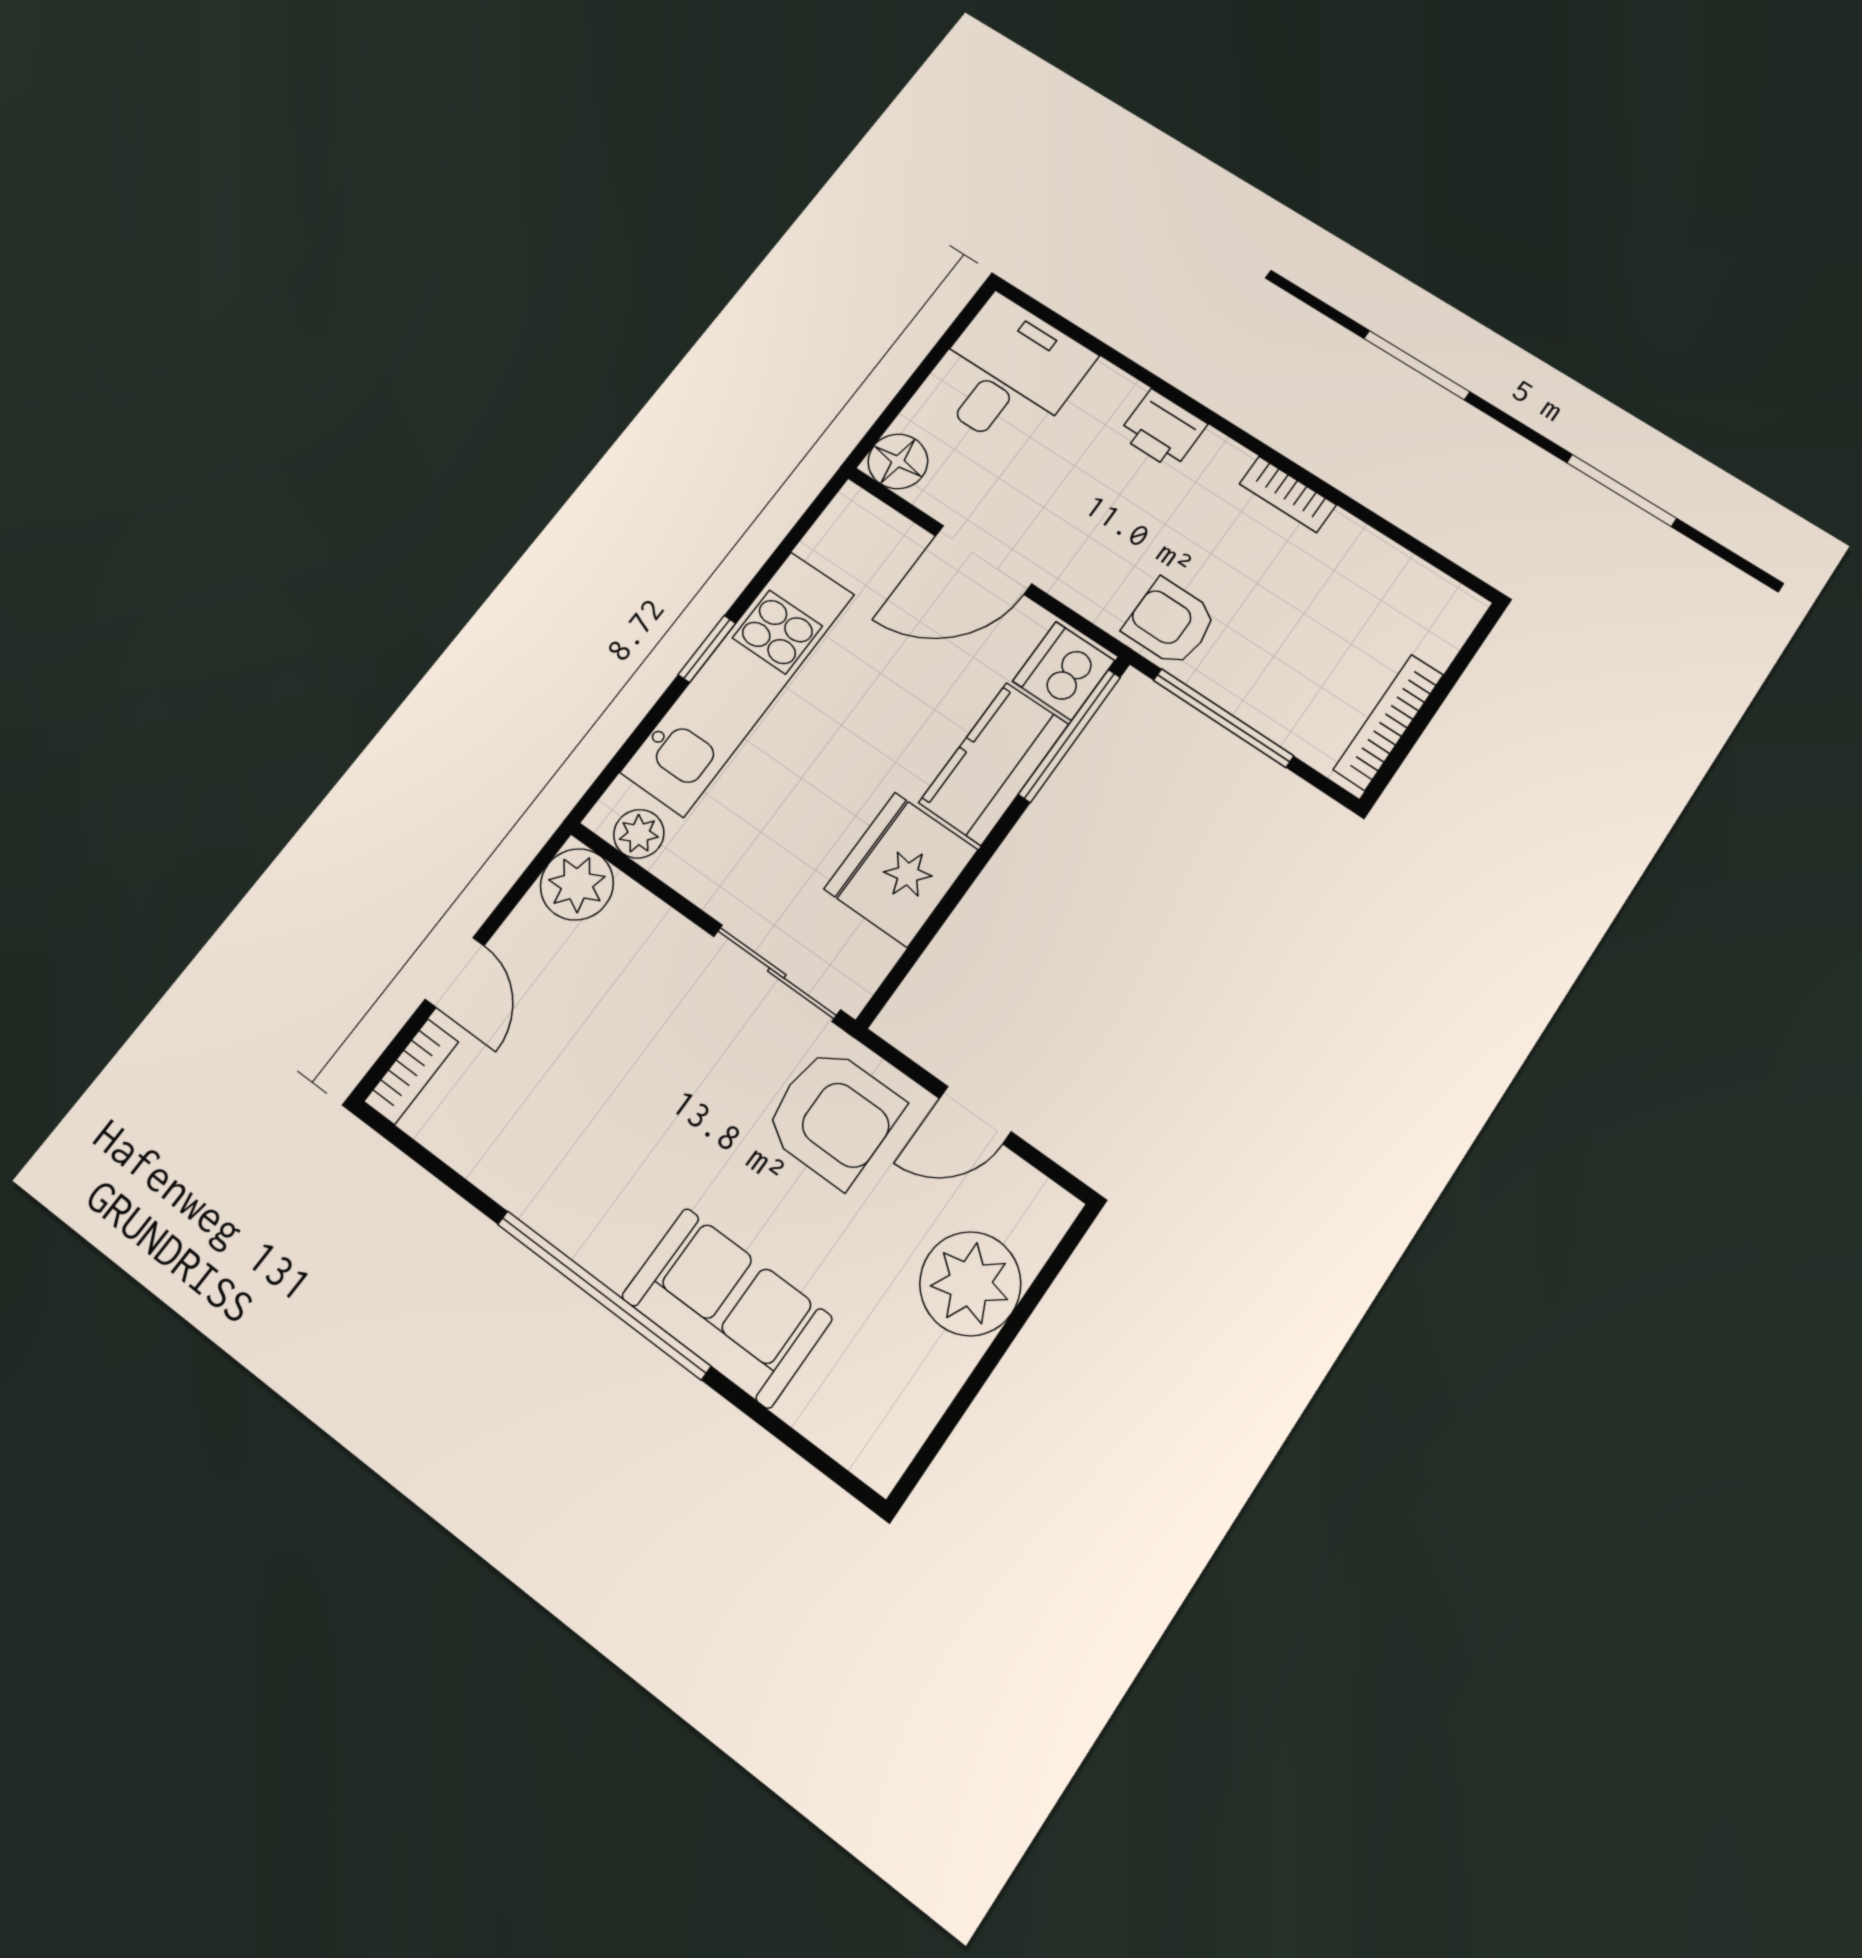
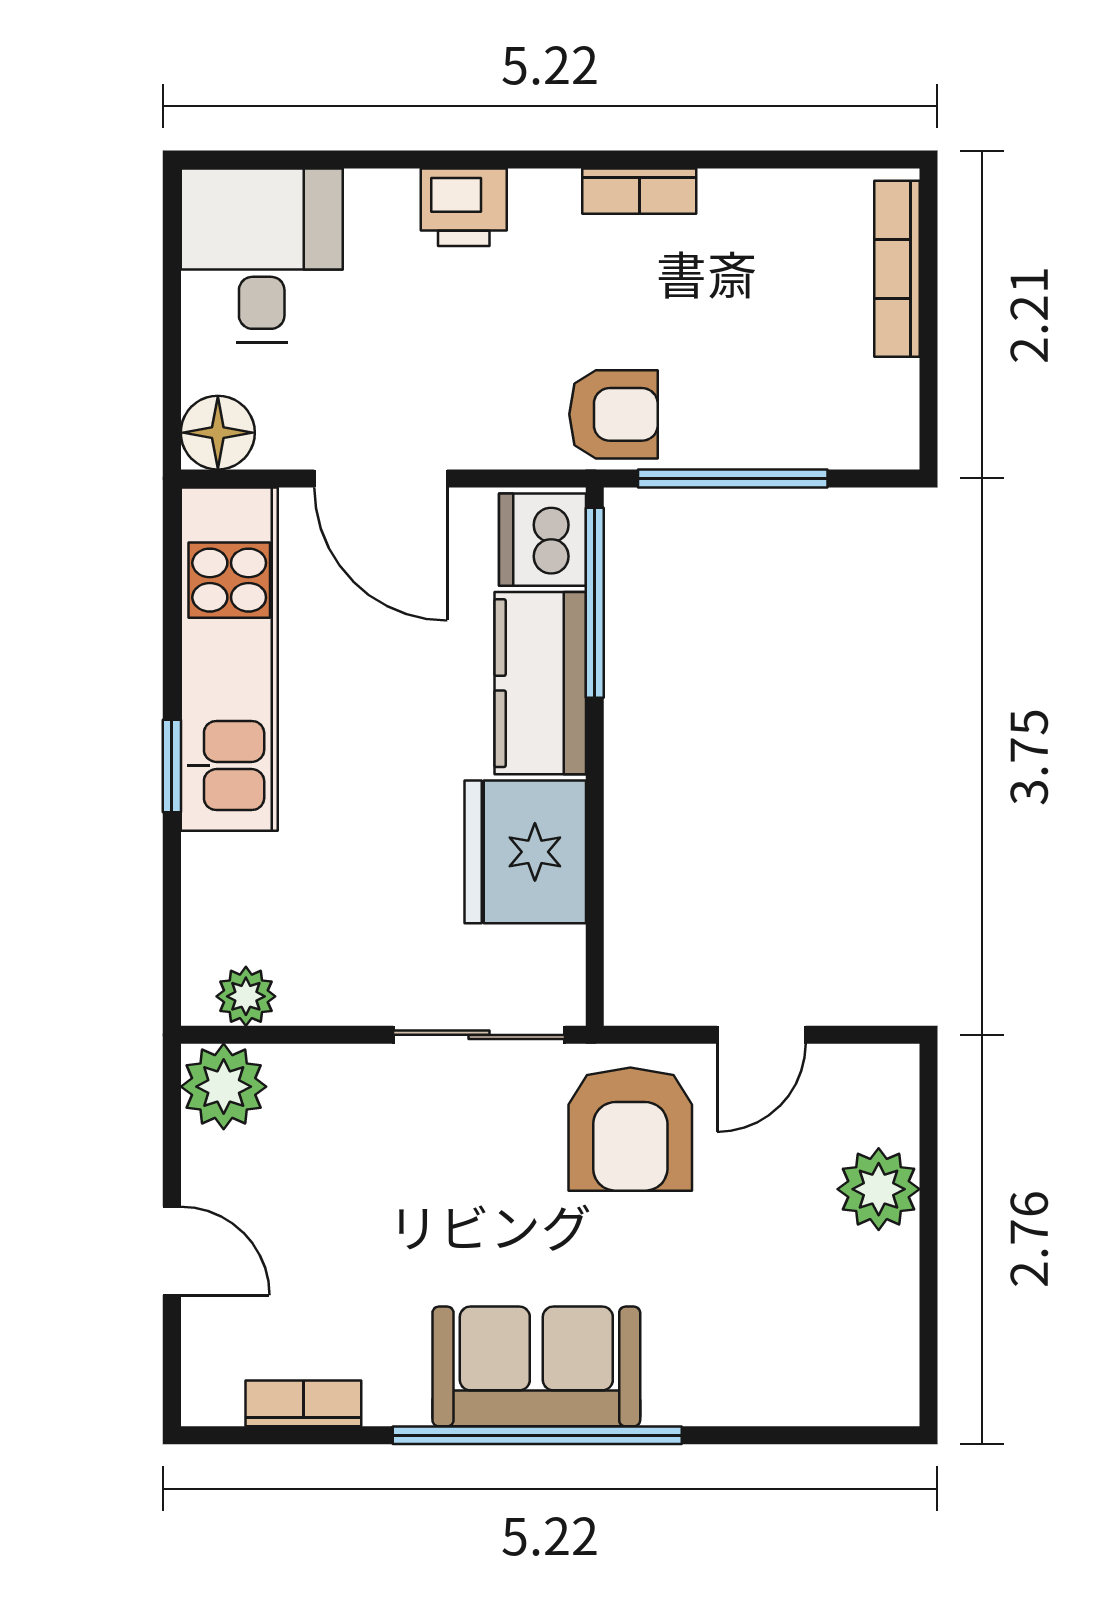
door: (983, 560) -> (381, 478), hinge flipped
armchair: (1170, 623) -> (613, 414), turned 180
kitchen unit: (738, 683) -> (229, 659), moved
bookcase: (1388, 722) -> (897, 269), moved
bookcase: (411, 1072) -> (303, 1403), moved, turned -90
armchair: (833, 1116) -> (630, 1129), turned 90
plant: (970, 1284) -> (879, 1189), width x0.73, depth x0.73
sofa: (727, 1307) -> (536, 1366), moved

